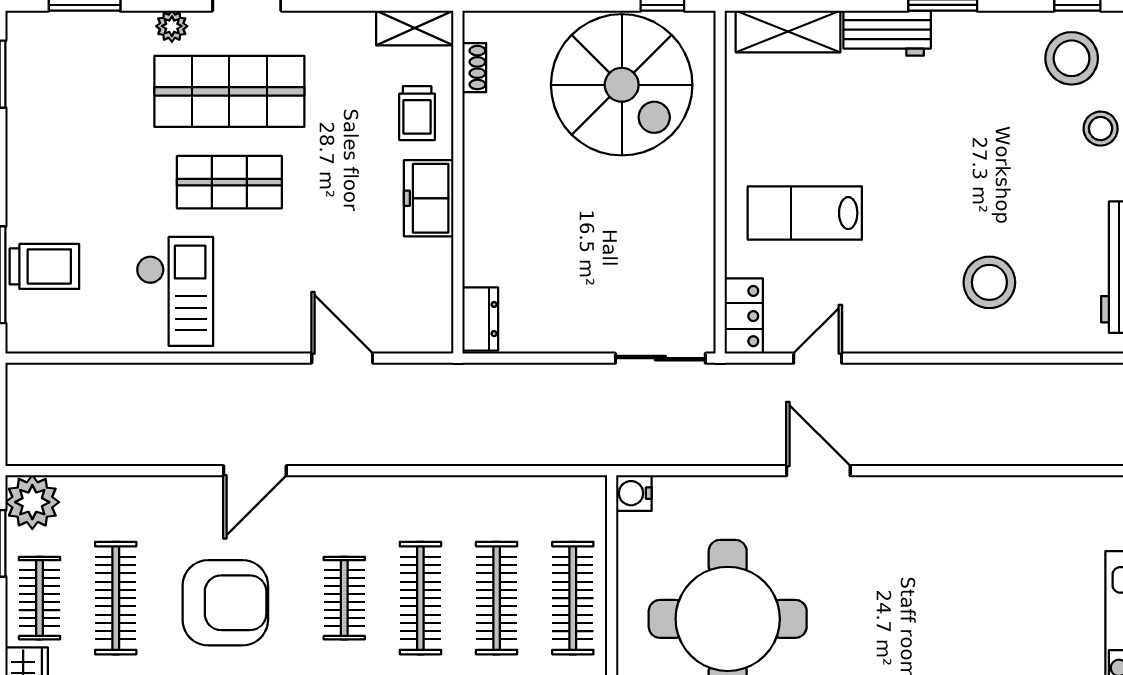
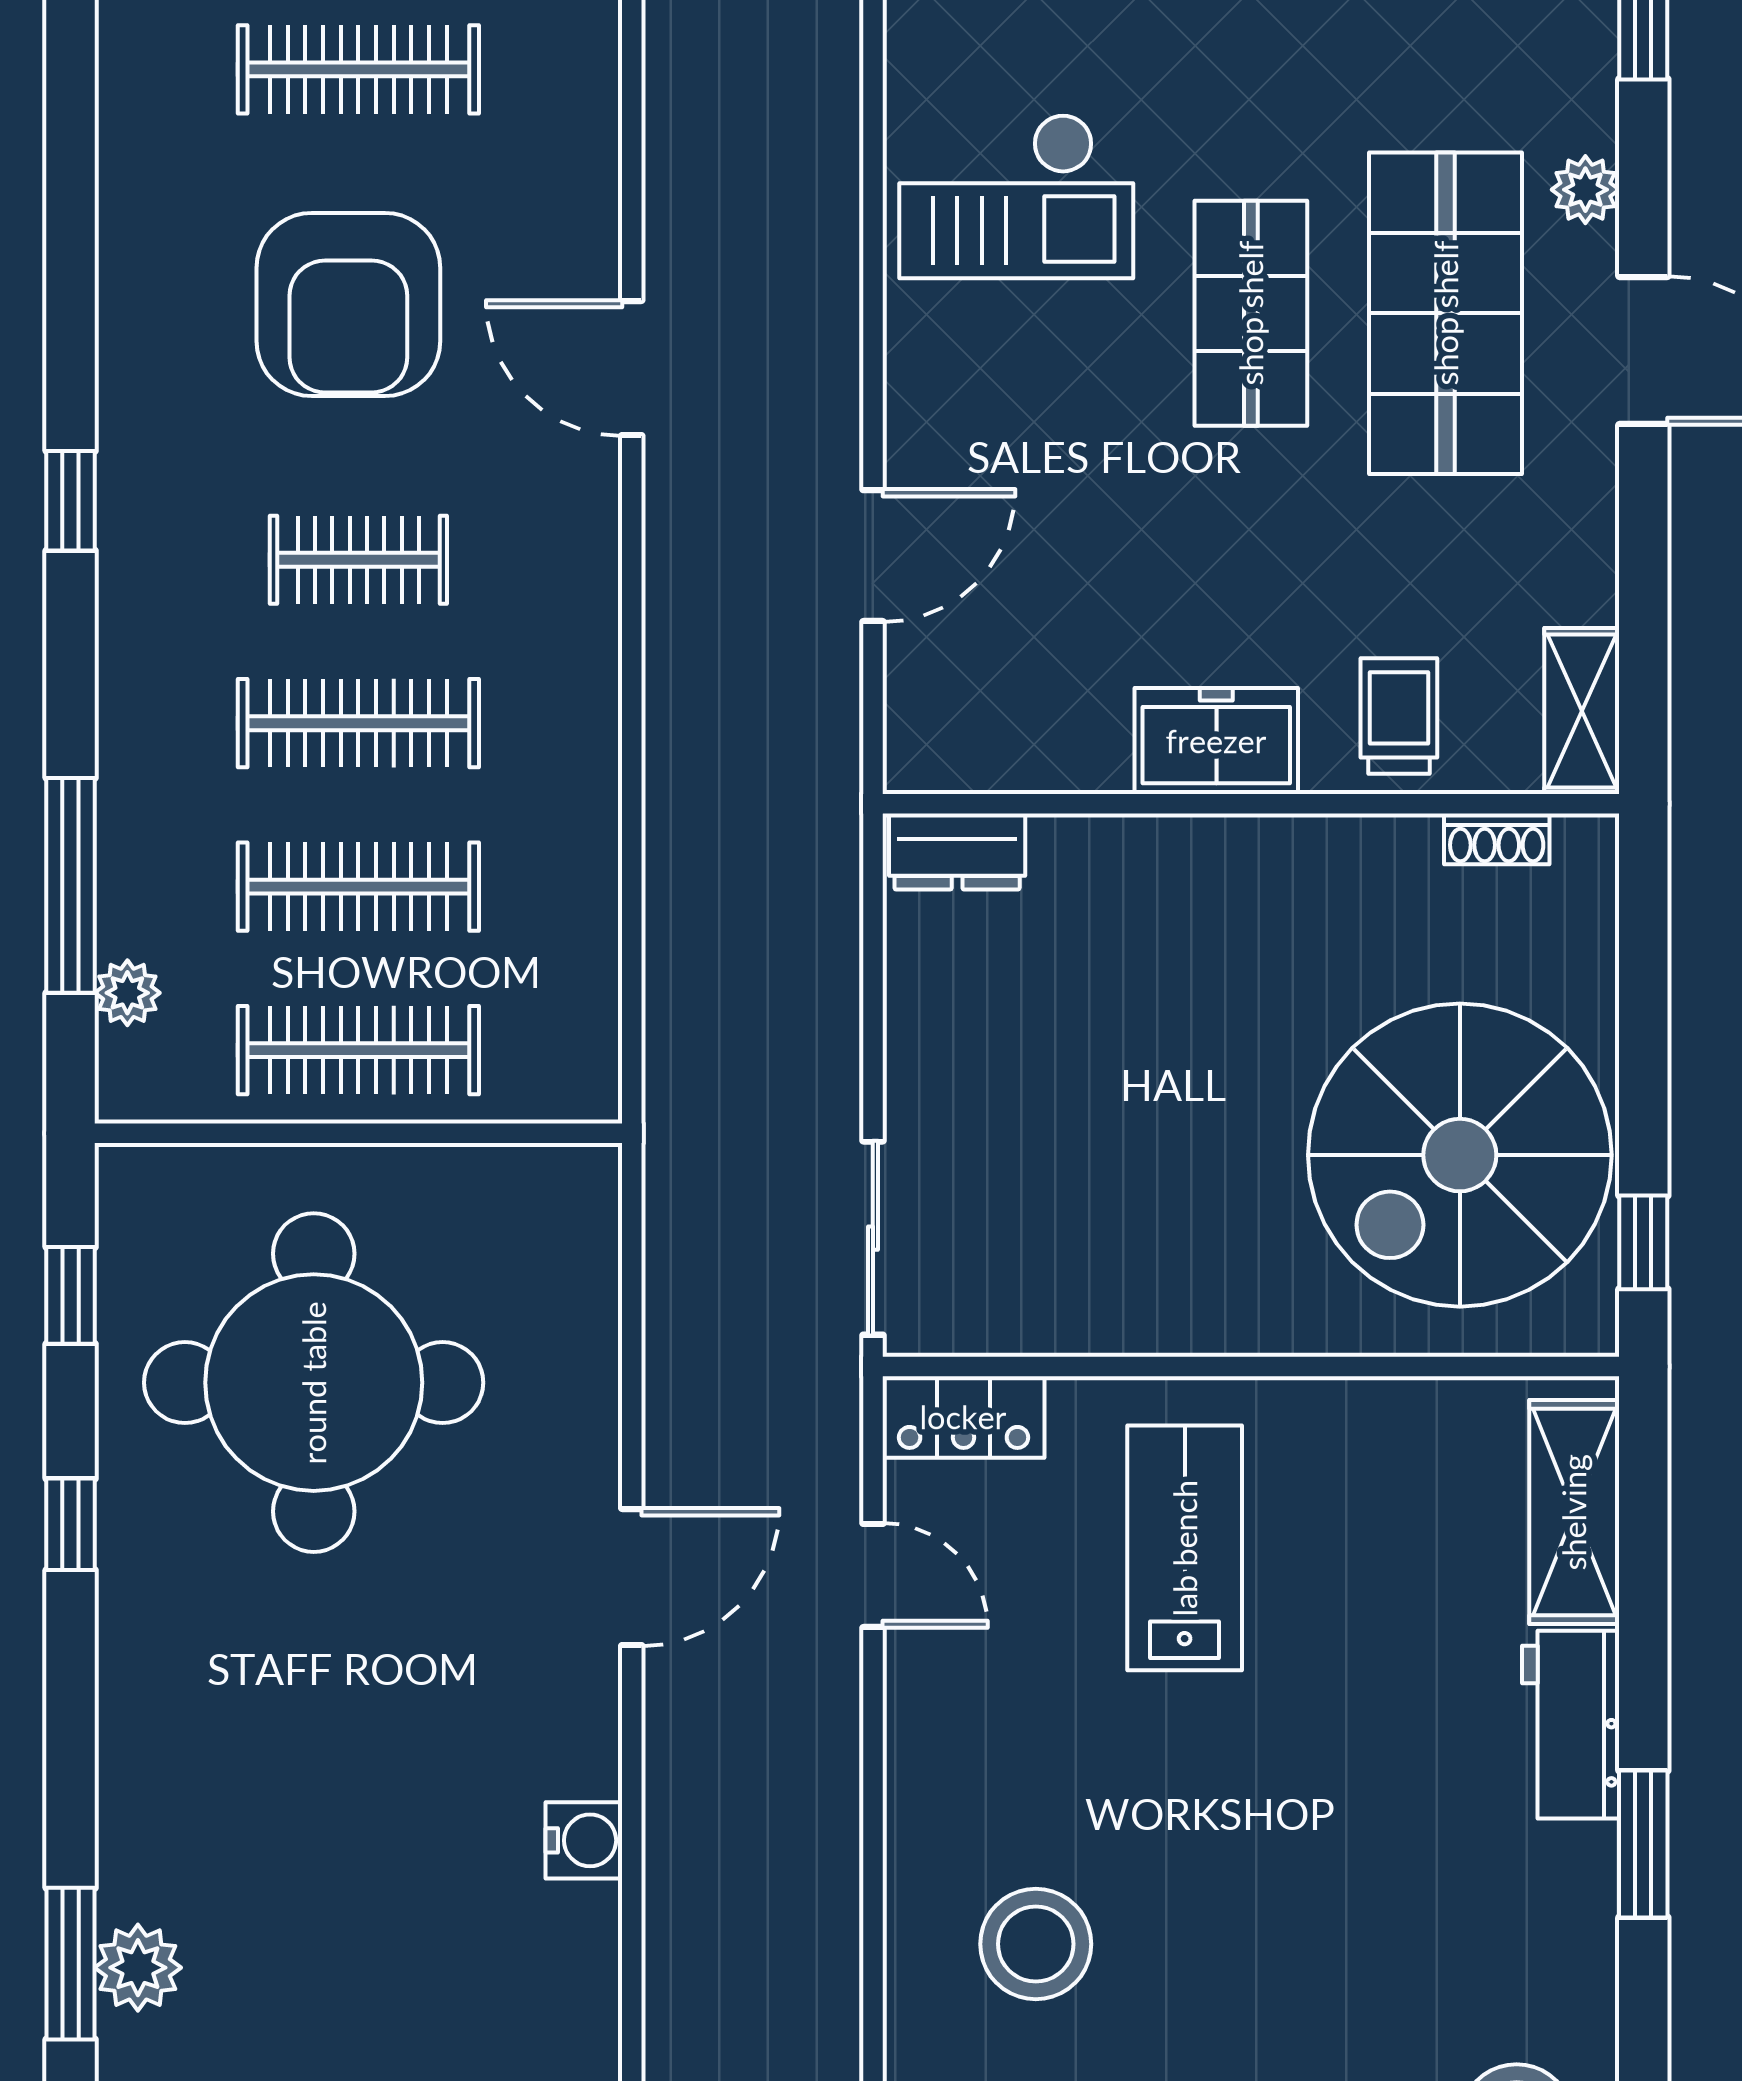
trolley: (417, 113) -> (1399, 716), turned 90
water cooler: (634, 493) -> (584, 1840), moved, turned 90

